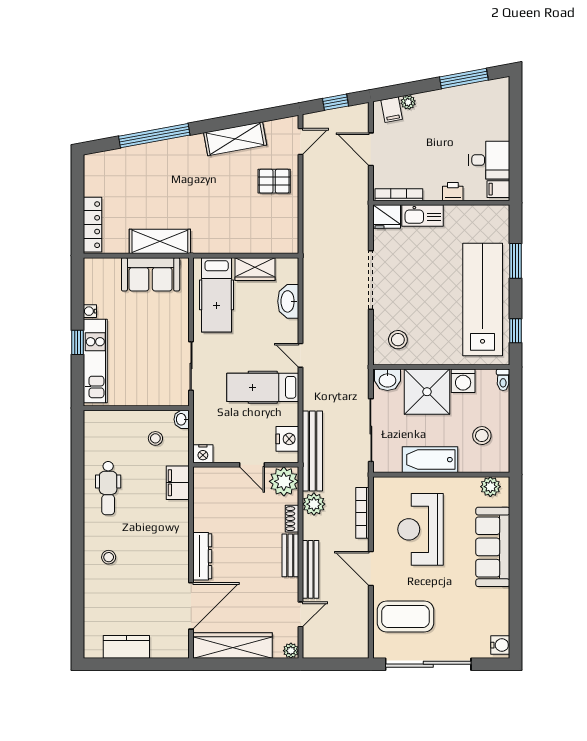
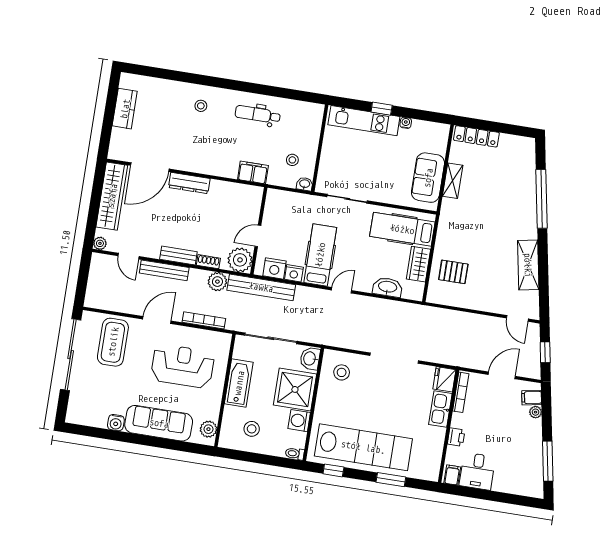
pallet: (274, 181) -> (453, 272), moved, turned 90
shelving: (160, 241) -> (453, 181), width x0.67, depth x0.75
nightstand: (203, 454) -> (294, 273), moved, turned -90
door: (191, 606) -> (150, 167), hinge flipped
water cooler: (500, 645) -> (116, 423), moved

